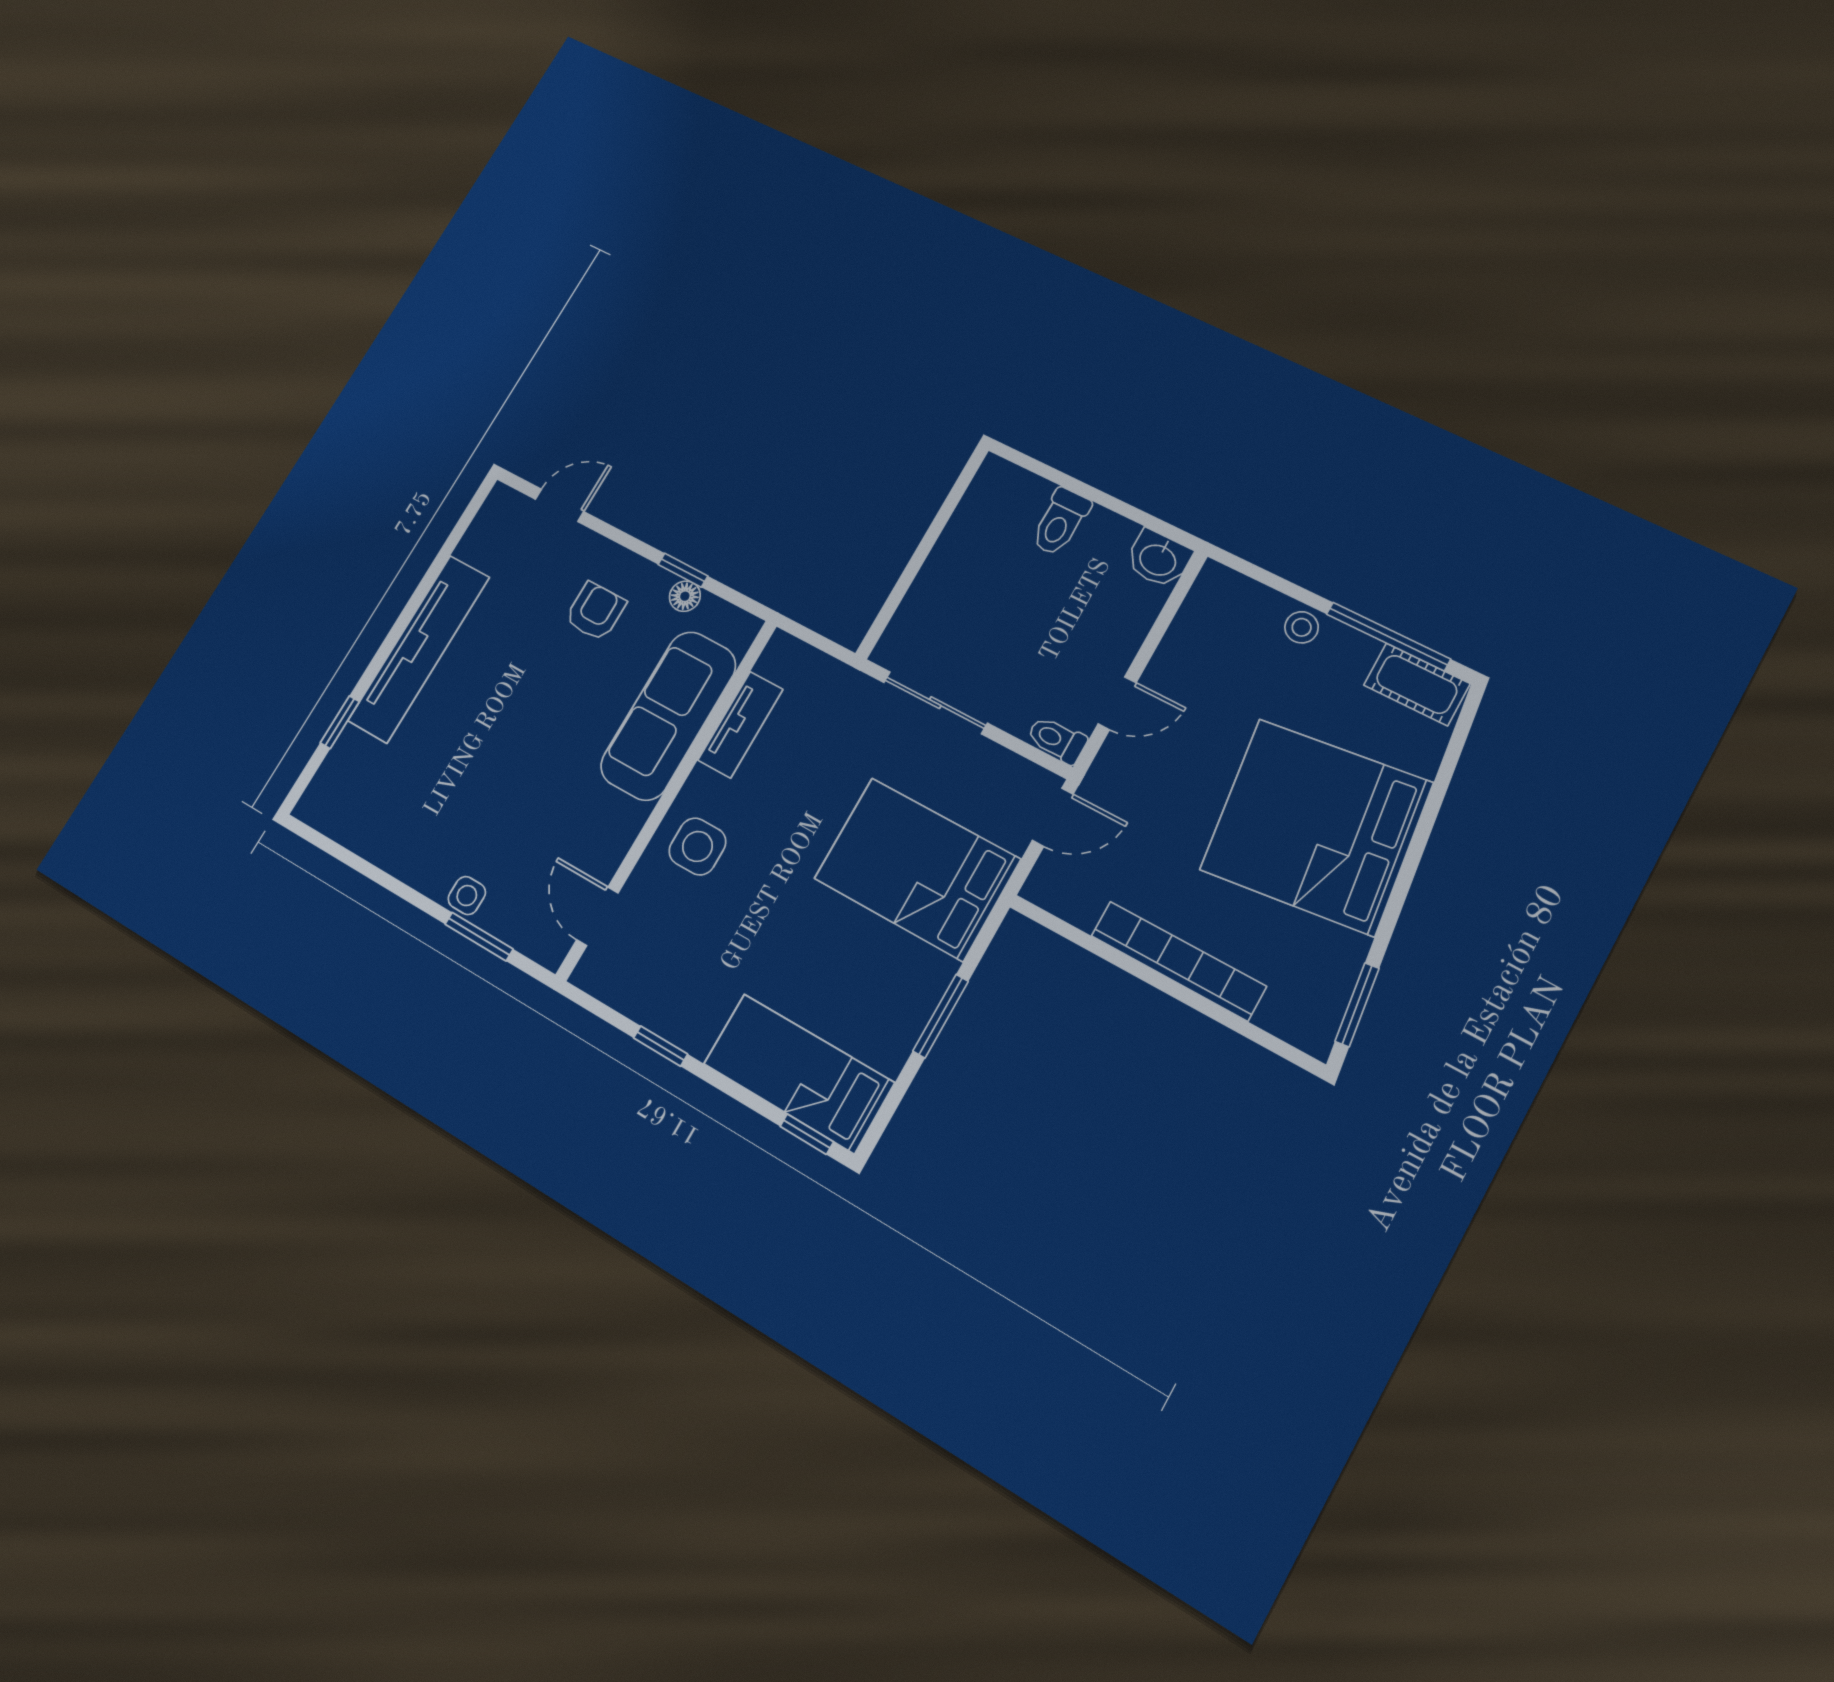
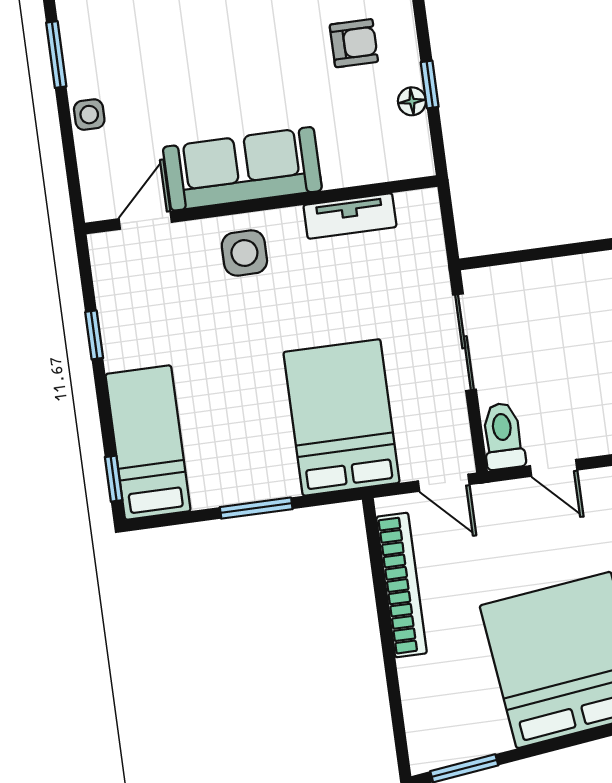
sofa: (668, 716) -> (242, 169), moved
toilet: (1057, 740) -> (503, 436), width x1.37, depth x1.39
window: (479, 937) -> (56, 55), moved
bookcase: (1178, 961) -> (402, 585), moved

